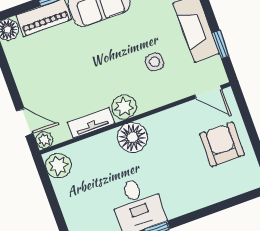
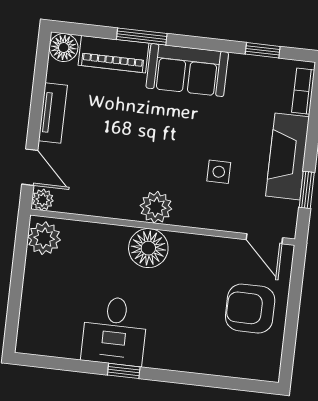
tv unit: (91, 123) -> (53, 113), moved, turned 90
armchair: (222, 144) -> (250, 309), turned -90

